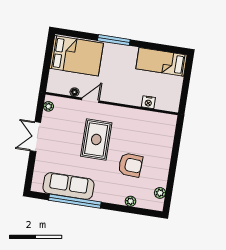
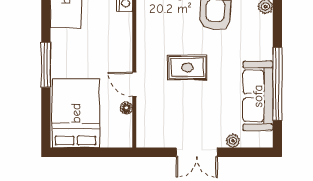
plant: (48, 106) -> (233, 141), moved
rug: (96, 139) -> (187, 67), width x0.73, depth x0.70

